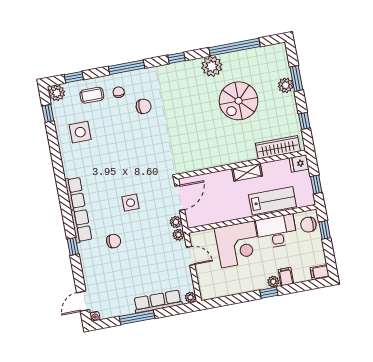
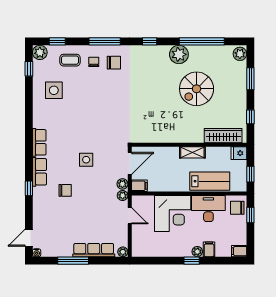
plant: (286, 85) -> (240, 54), moved
chair: (144, 106) -> (114, 63), moved
filing cabinet: (195, 221) -> (139, 186), added

